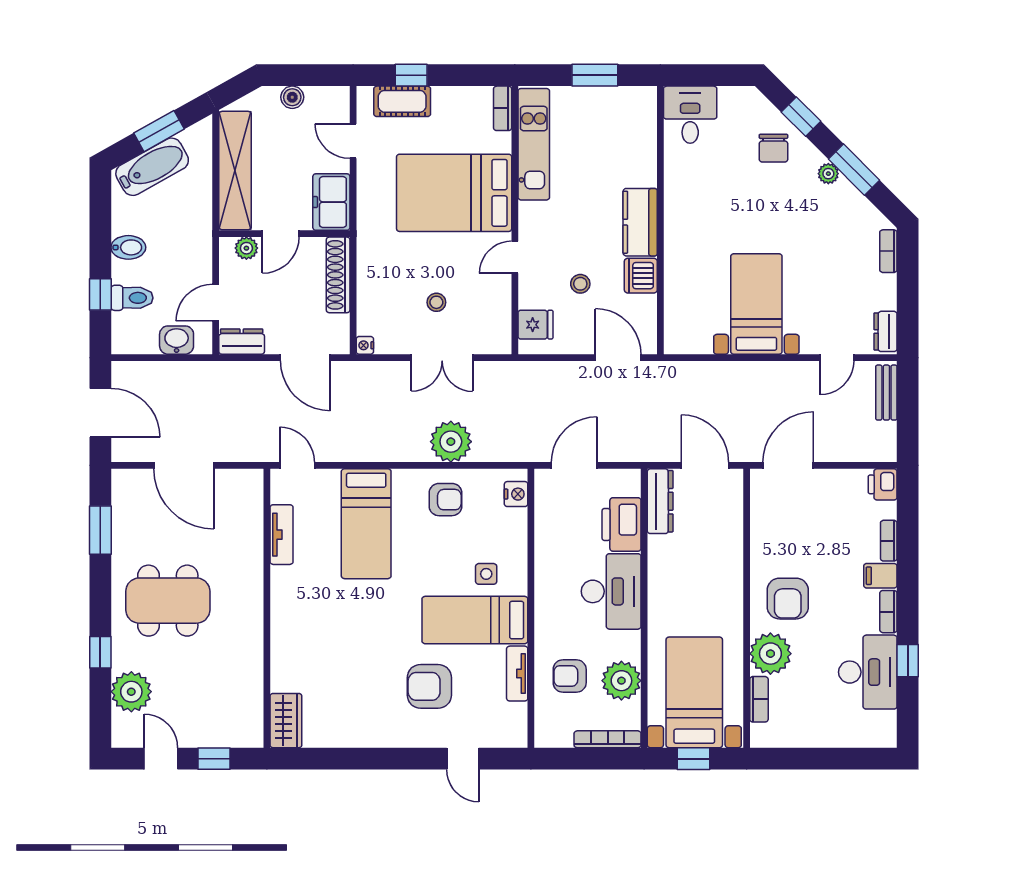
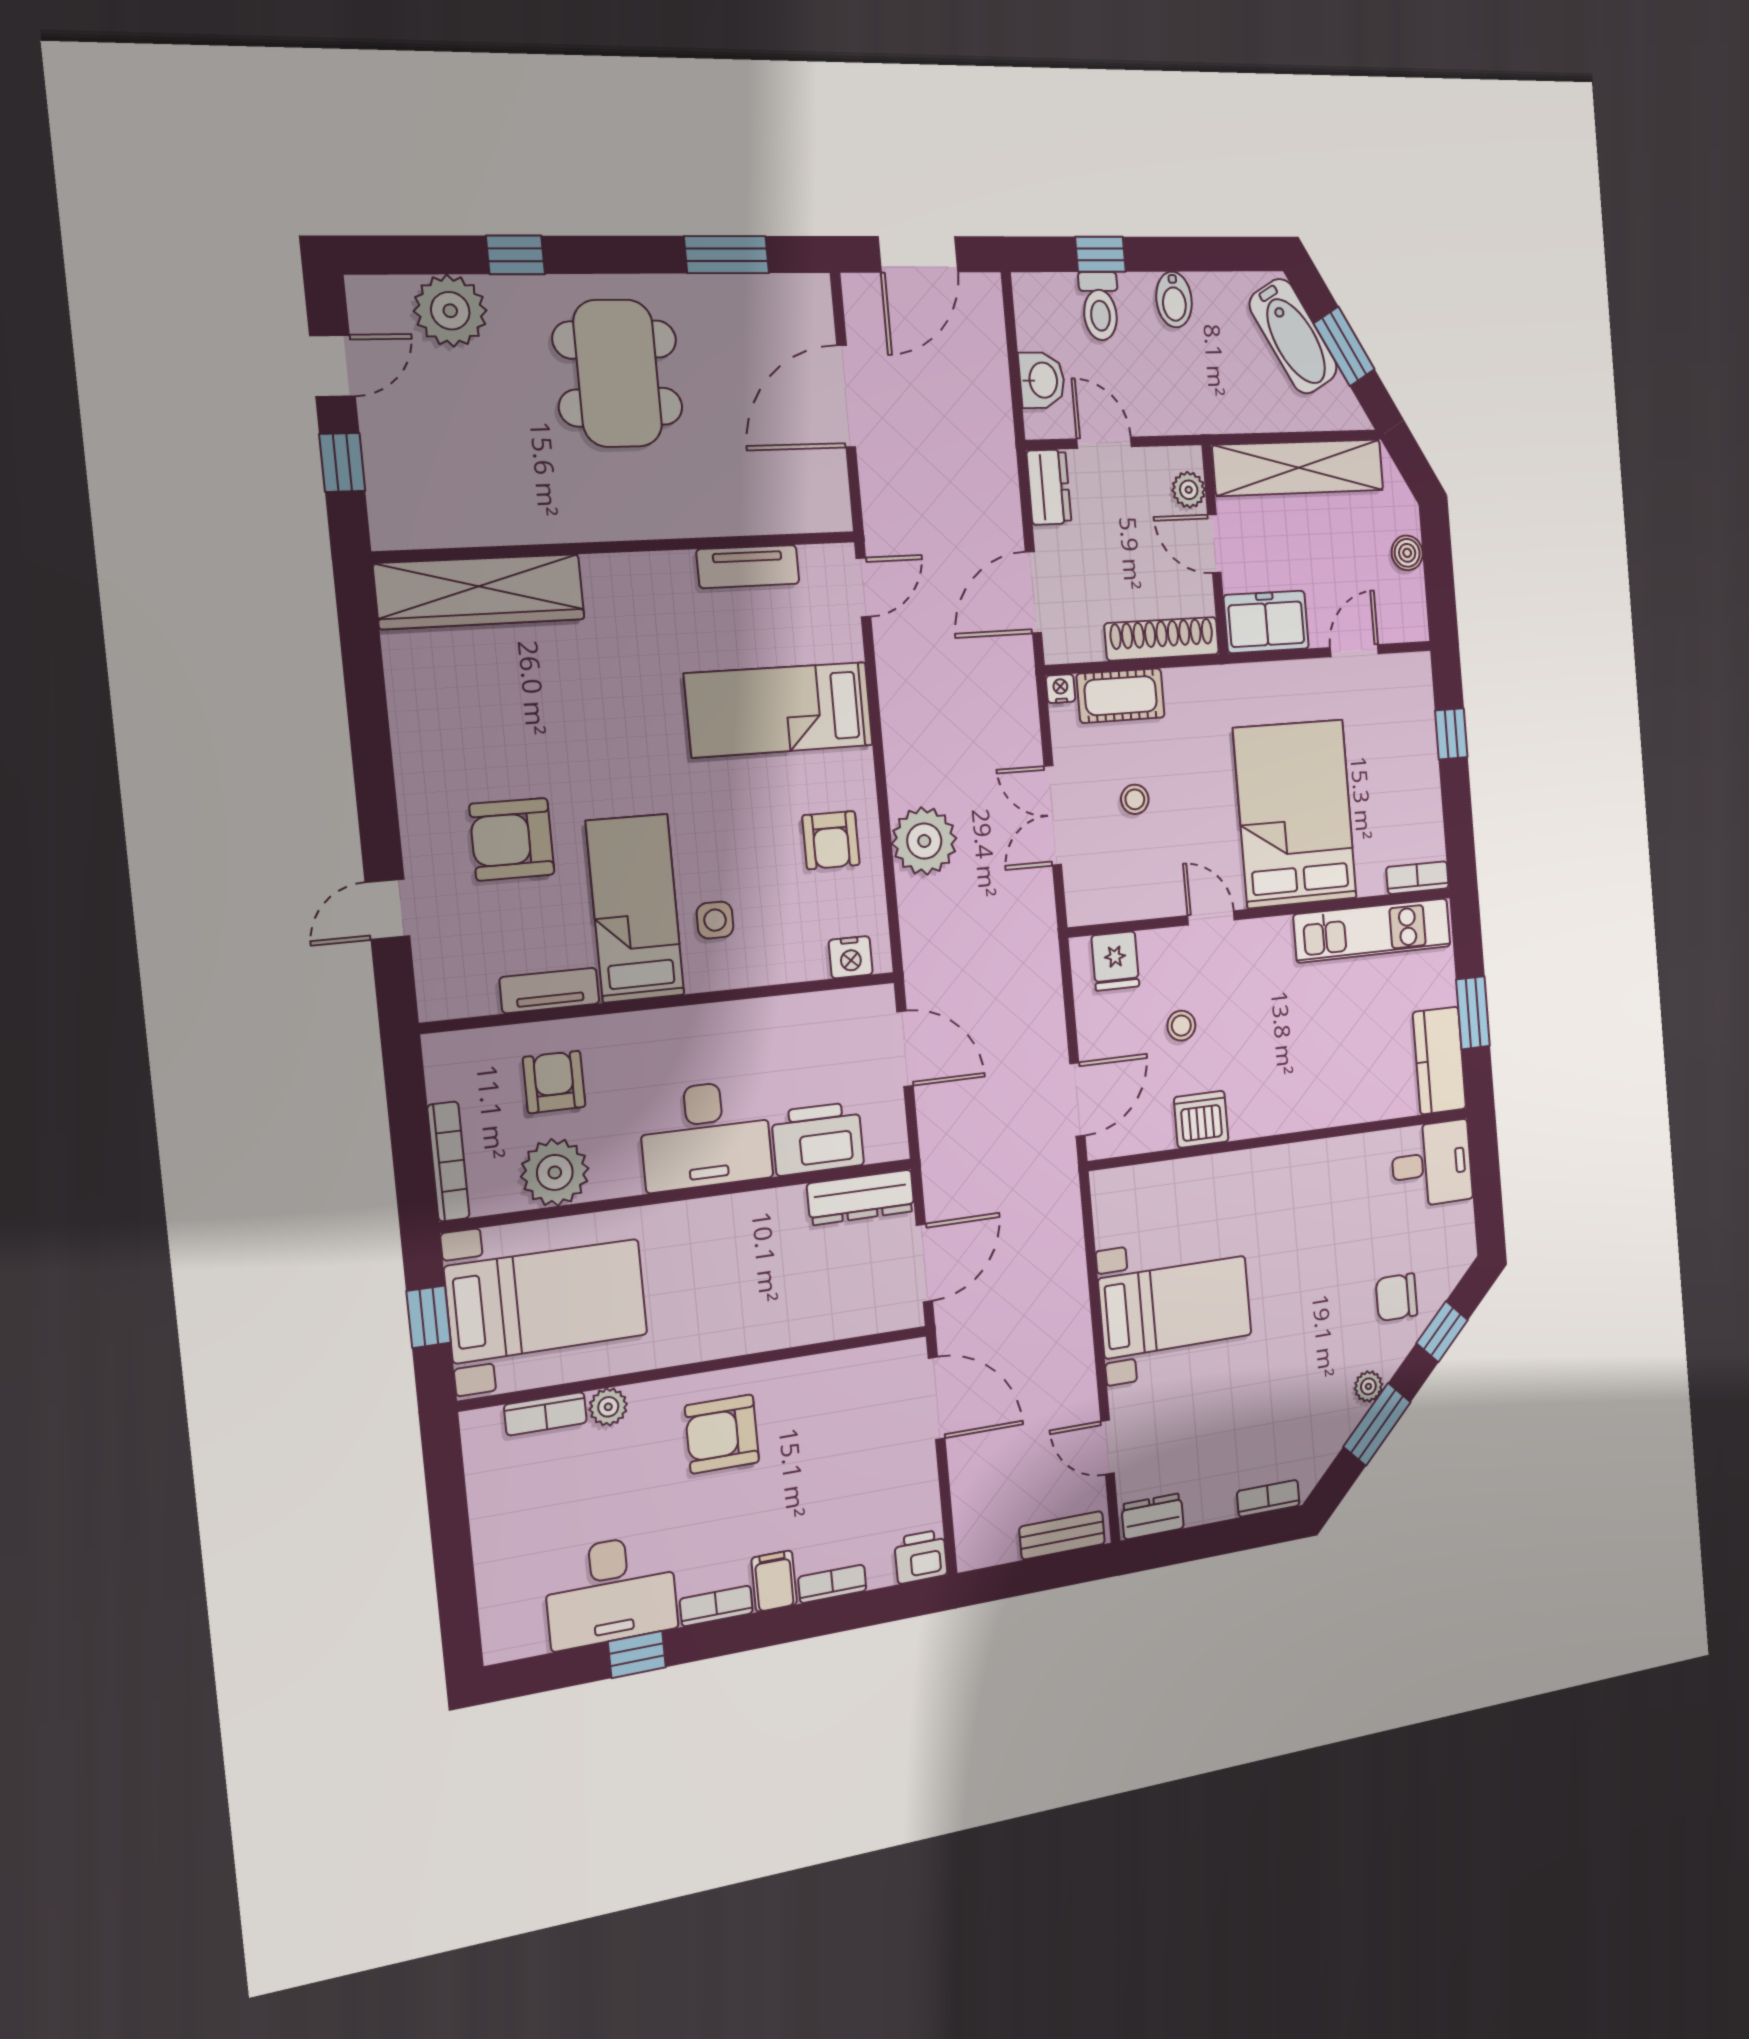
cot: (402, 101) -> (1121, 696), moved, turned 90
kitchen counter: (640, 222) -> (1439, 1060), moved, turned -90
plant: (770, 654) -> (608, 1407), width x0.53, depth x0.53
armchair: (429, 686) -> (512, 839), turned -90
wardrobe: (286, 721) -> (480, 592), width x2.10, depth x1.17

